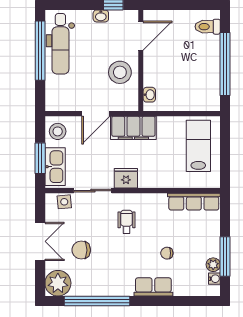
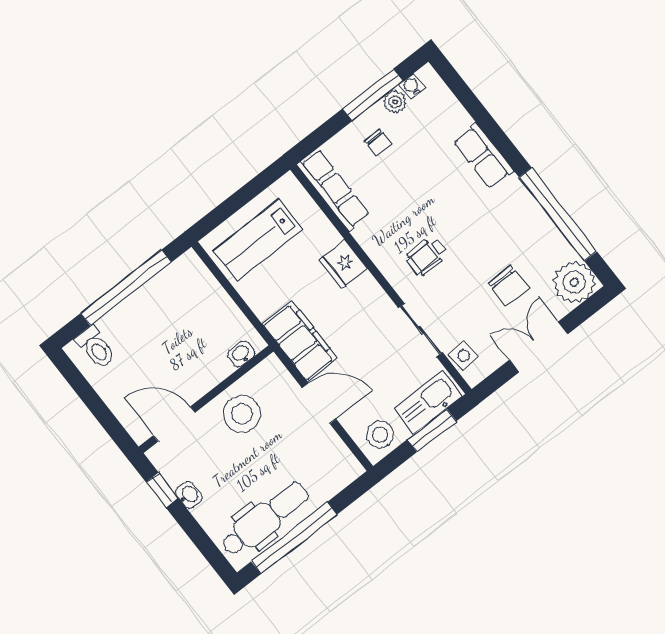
fridge: (126, 178) -> (343, 264), moved
chair: (167, 253) -> (378, 143), moved

